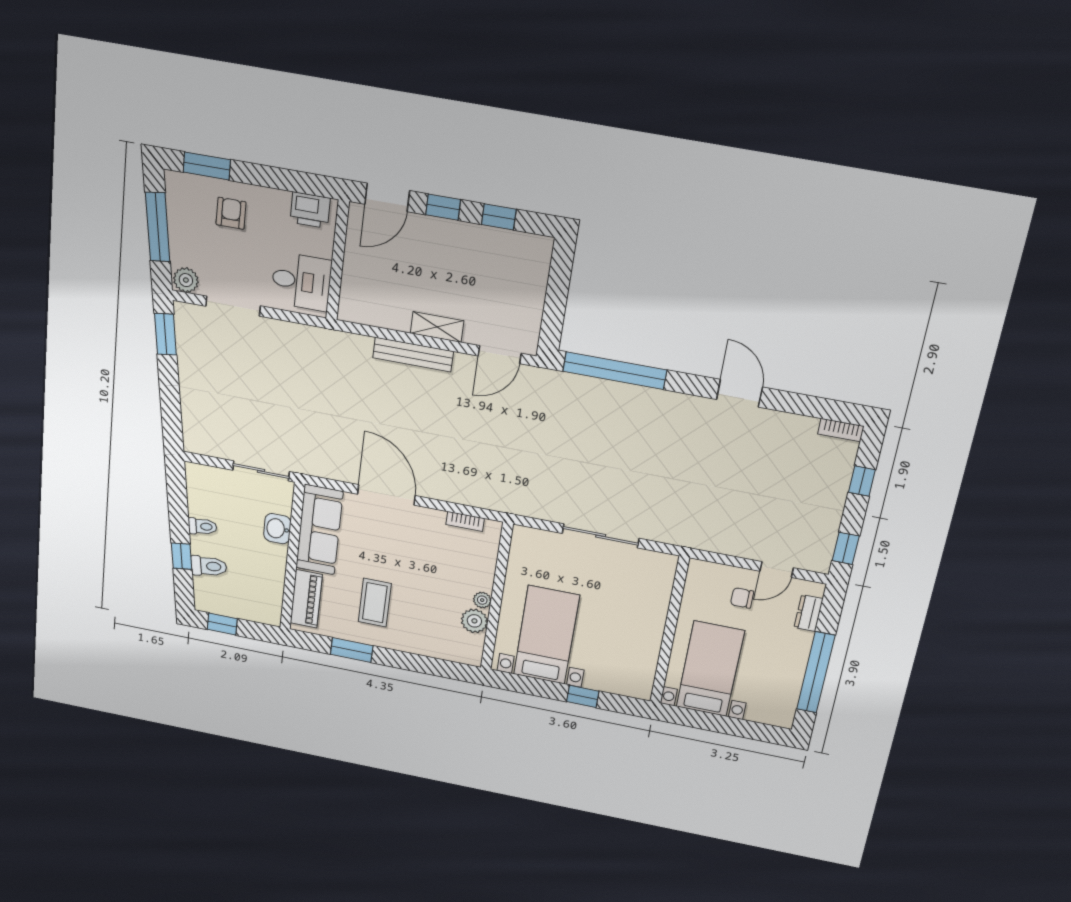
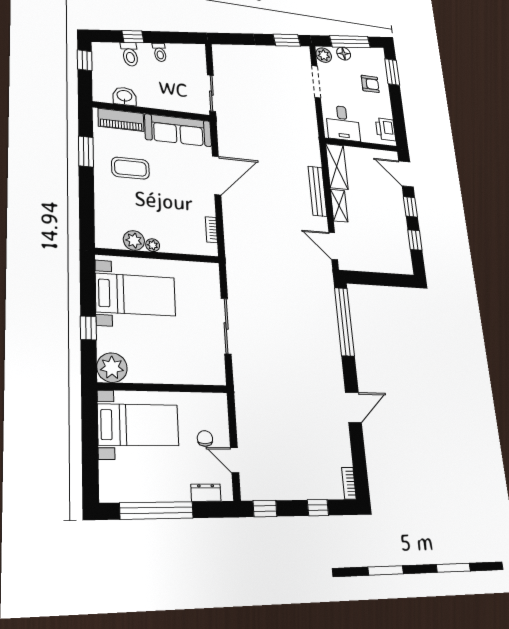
floor lamp: (180, 245) -> (344, 54), added
shelving: (374, 313) -> (337, 167), added
washbasin: (277, 529) -> (124, 96), moved
plant: (635, 682) -> (112, 368), added

